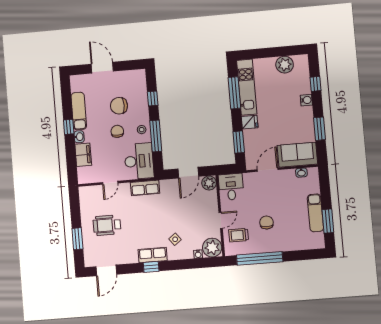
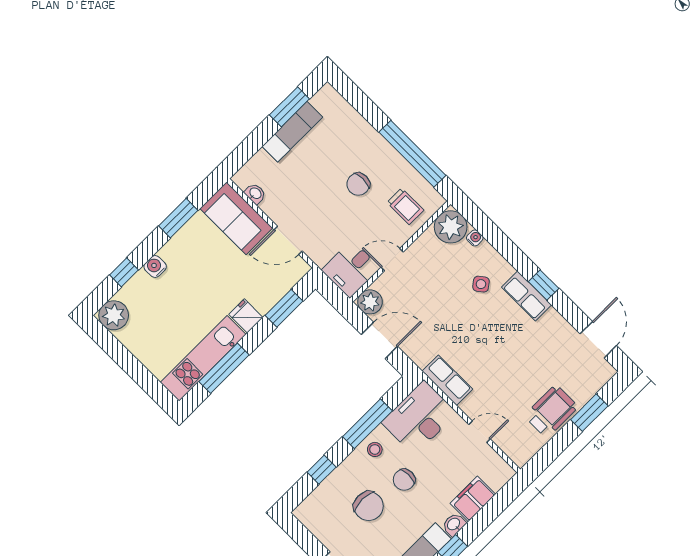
plant: (285, 65) -> (114, 315), moved
door: (221, 220) -> (392, 260), moved
wheelchair: (107, 225) -> (551, 411), moved, turned -90
door: (106, 270) -> (598, 340), hinge flipped

